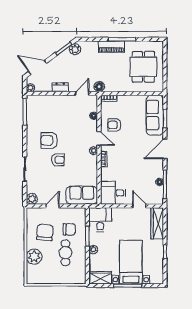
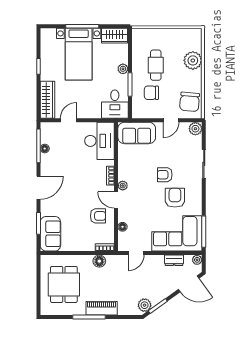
dresser: (60, 87) -> (174, 260), moved
floor lamp: (99, 87) -> (99, 261), moved
corner sofa: (47, 110) -> (177, 233), added
sofa: (155, 115) -> (50, 234), width x0.73
armchair: (49, 140) -> (175, 198), turned -90
desk: (113, 193) -> (100, 141), width x1.37
door: (139, 206) -> (69, 120), swing flipped
chair: (45, 232) -> (190, 102), moved

